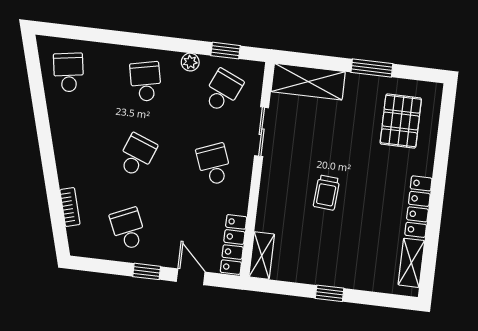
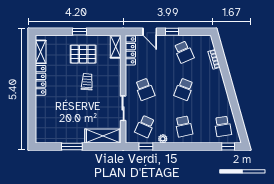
window: (63, 31) -> (228, 147), added
pallet: (401, 121) -> (83, 54), moved, turned 90

